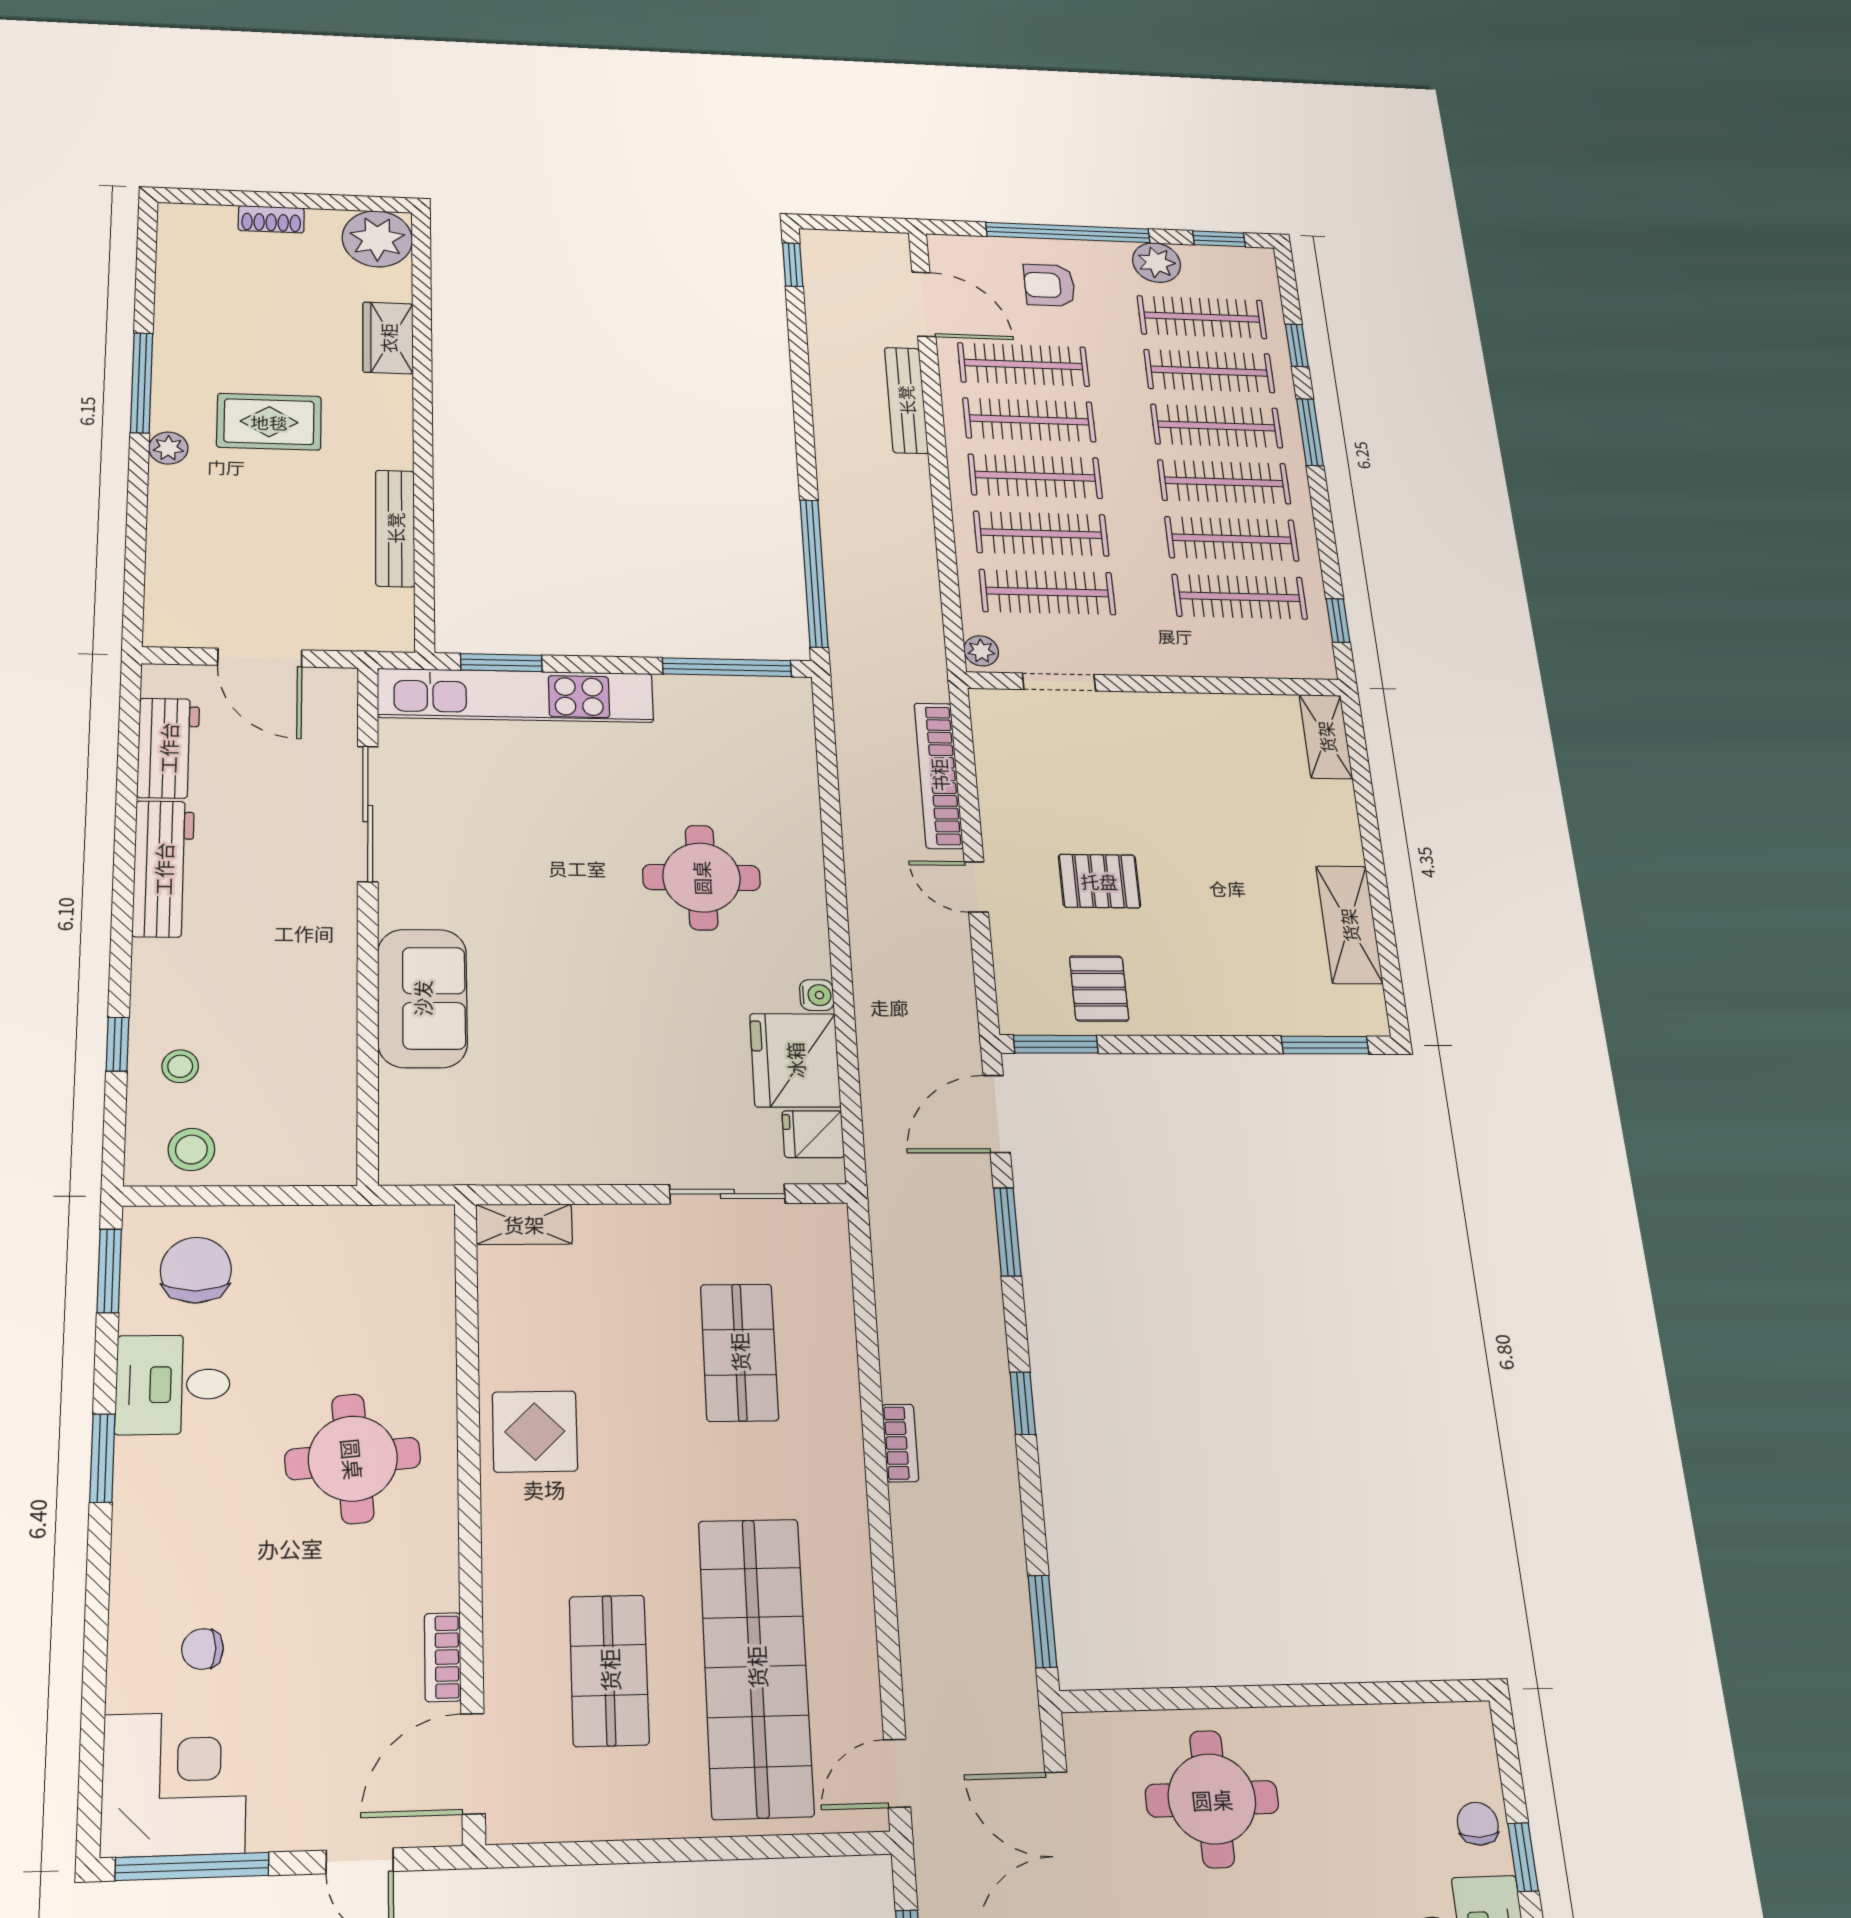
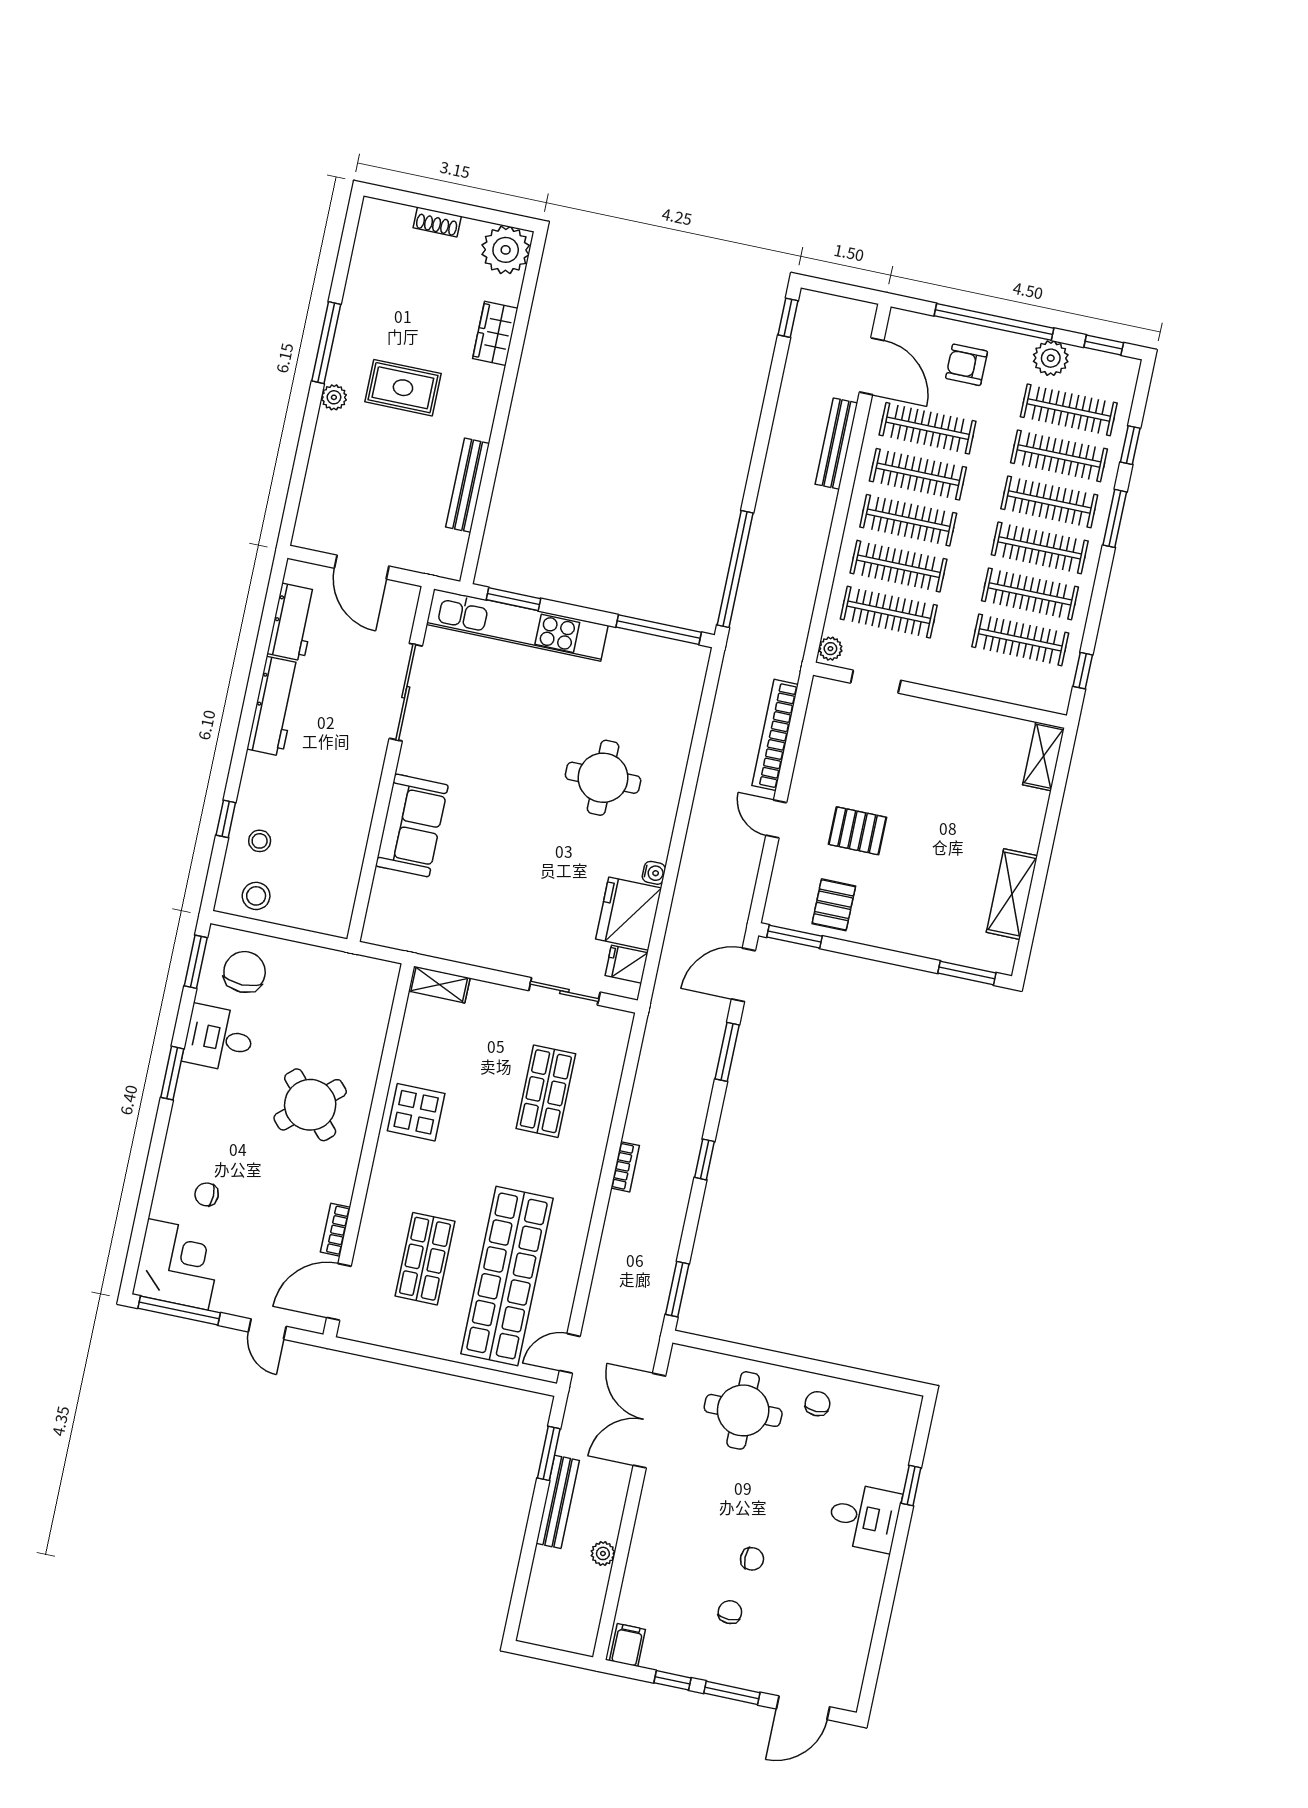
round table: (353, 1459) -> (310, 1105), turned -37
chair: (1478, 1824) -> (817, 1404), moved

